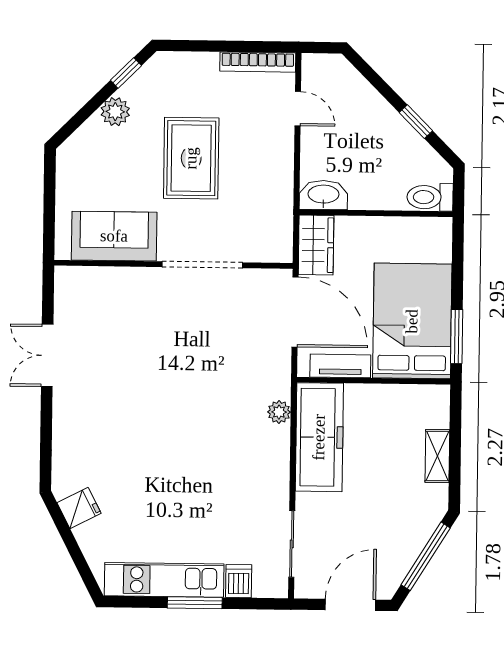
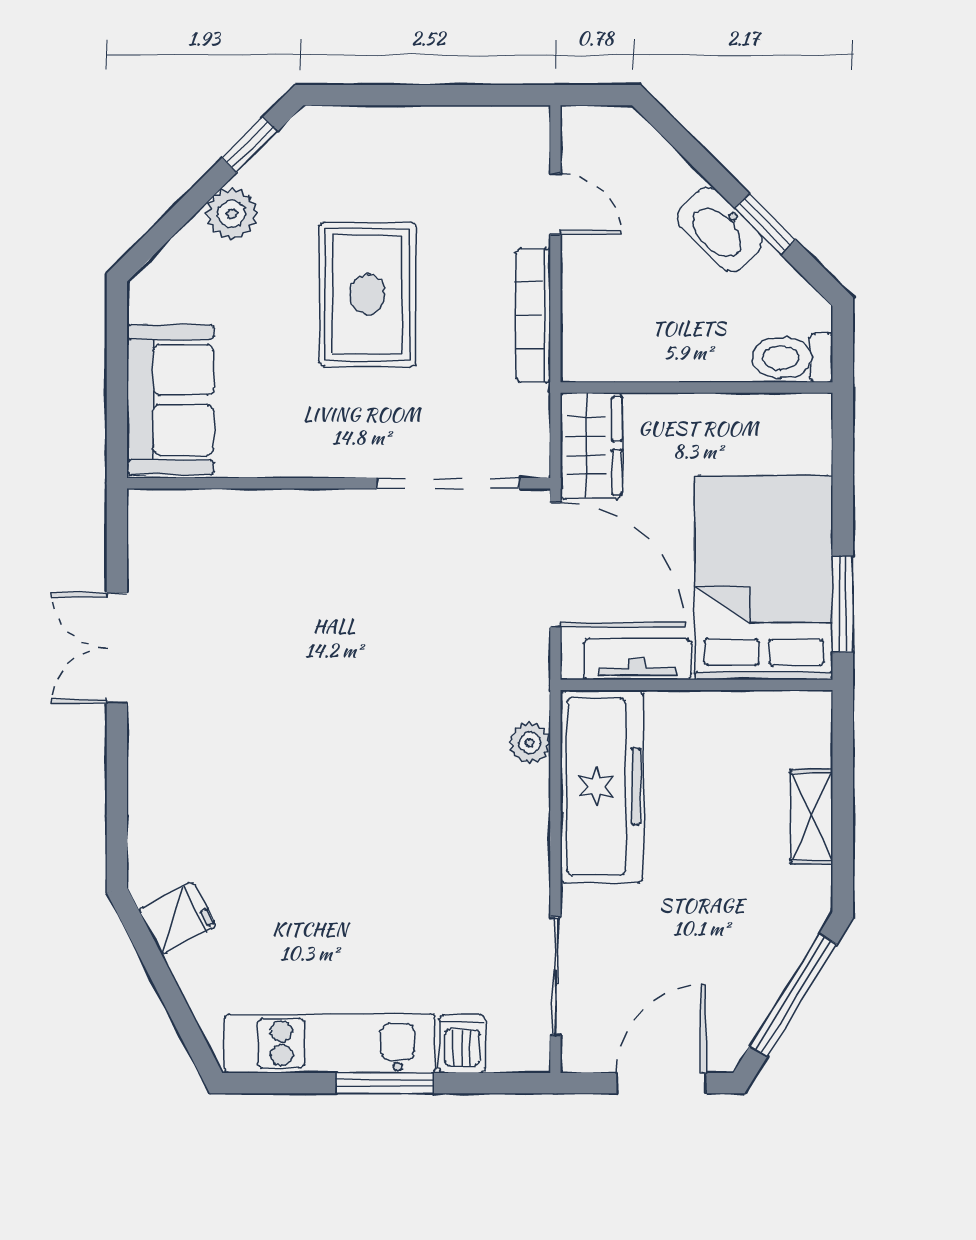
bookcase: (258, 62) -> (533, 316), moved, turned 90
washbasin: (323, 195) -> (720, 230), moved, turned -135
sofa: (114, 236) -> (170, 400), moved, turned 90
doorway: (202, 265) -> (448, 483), moved

